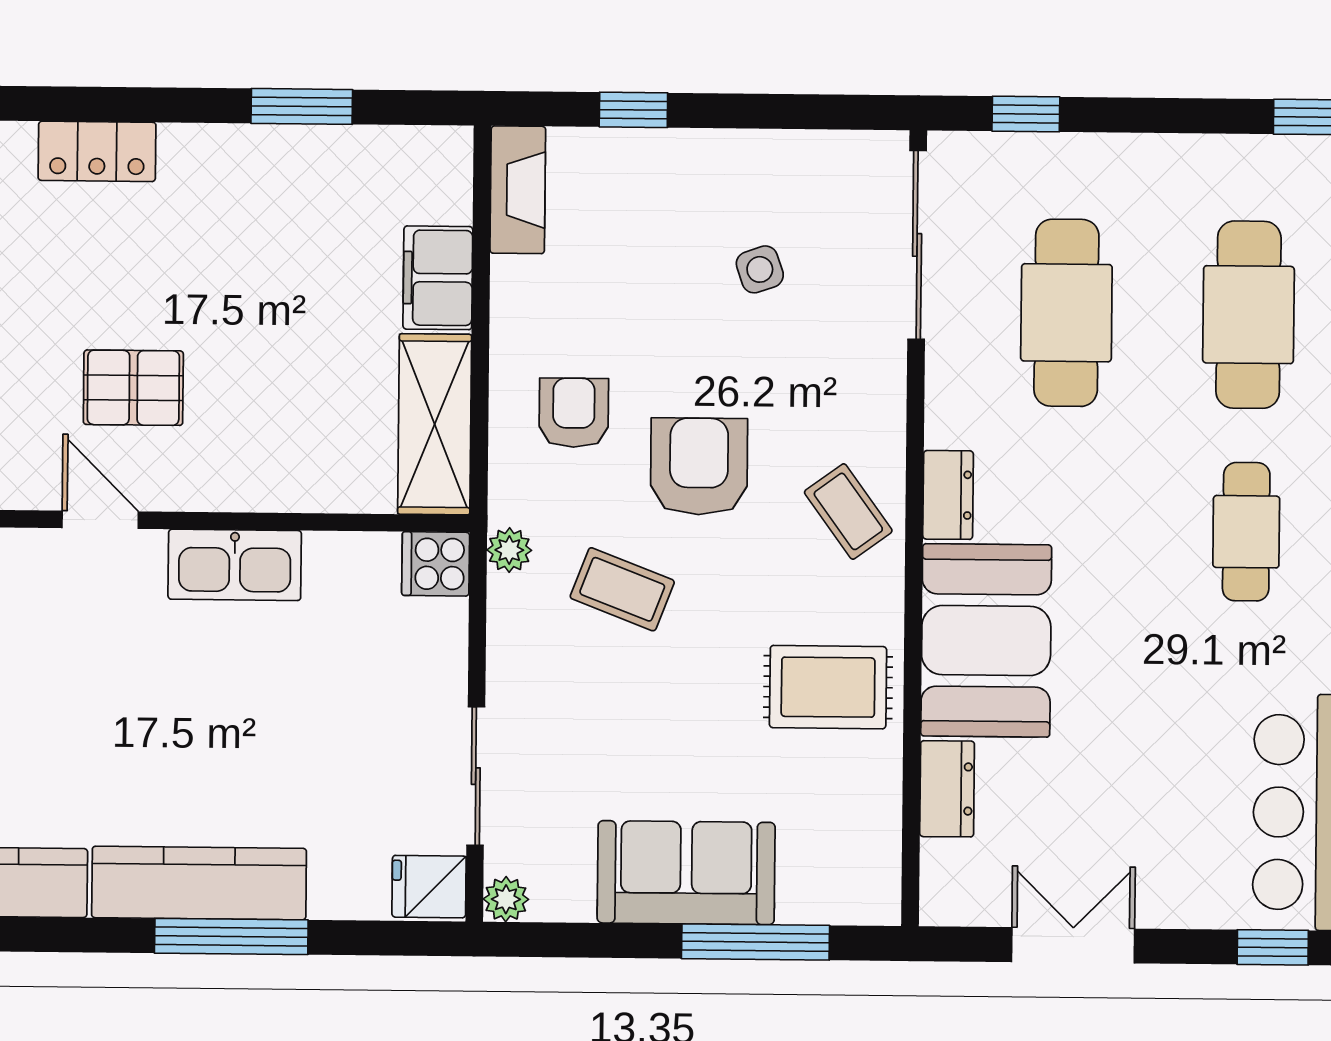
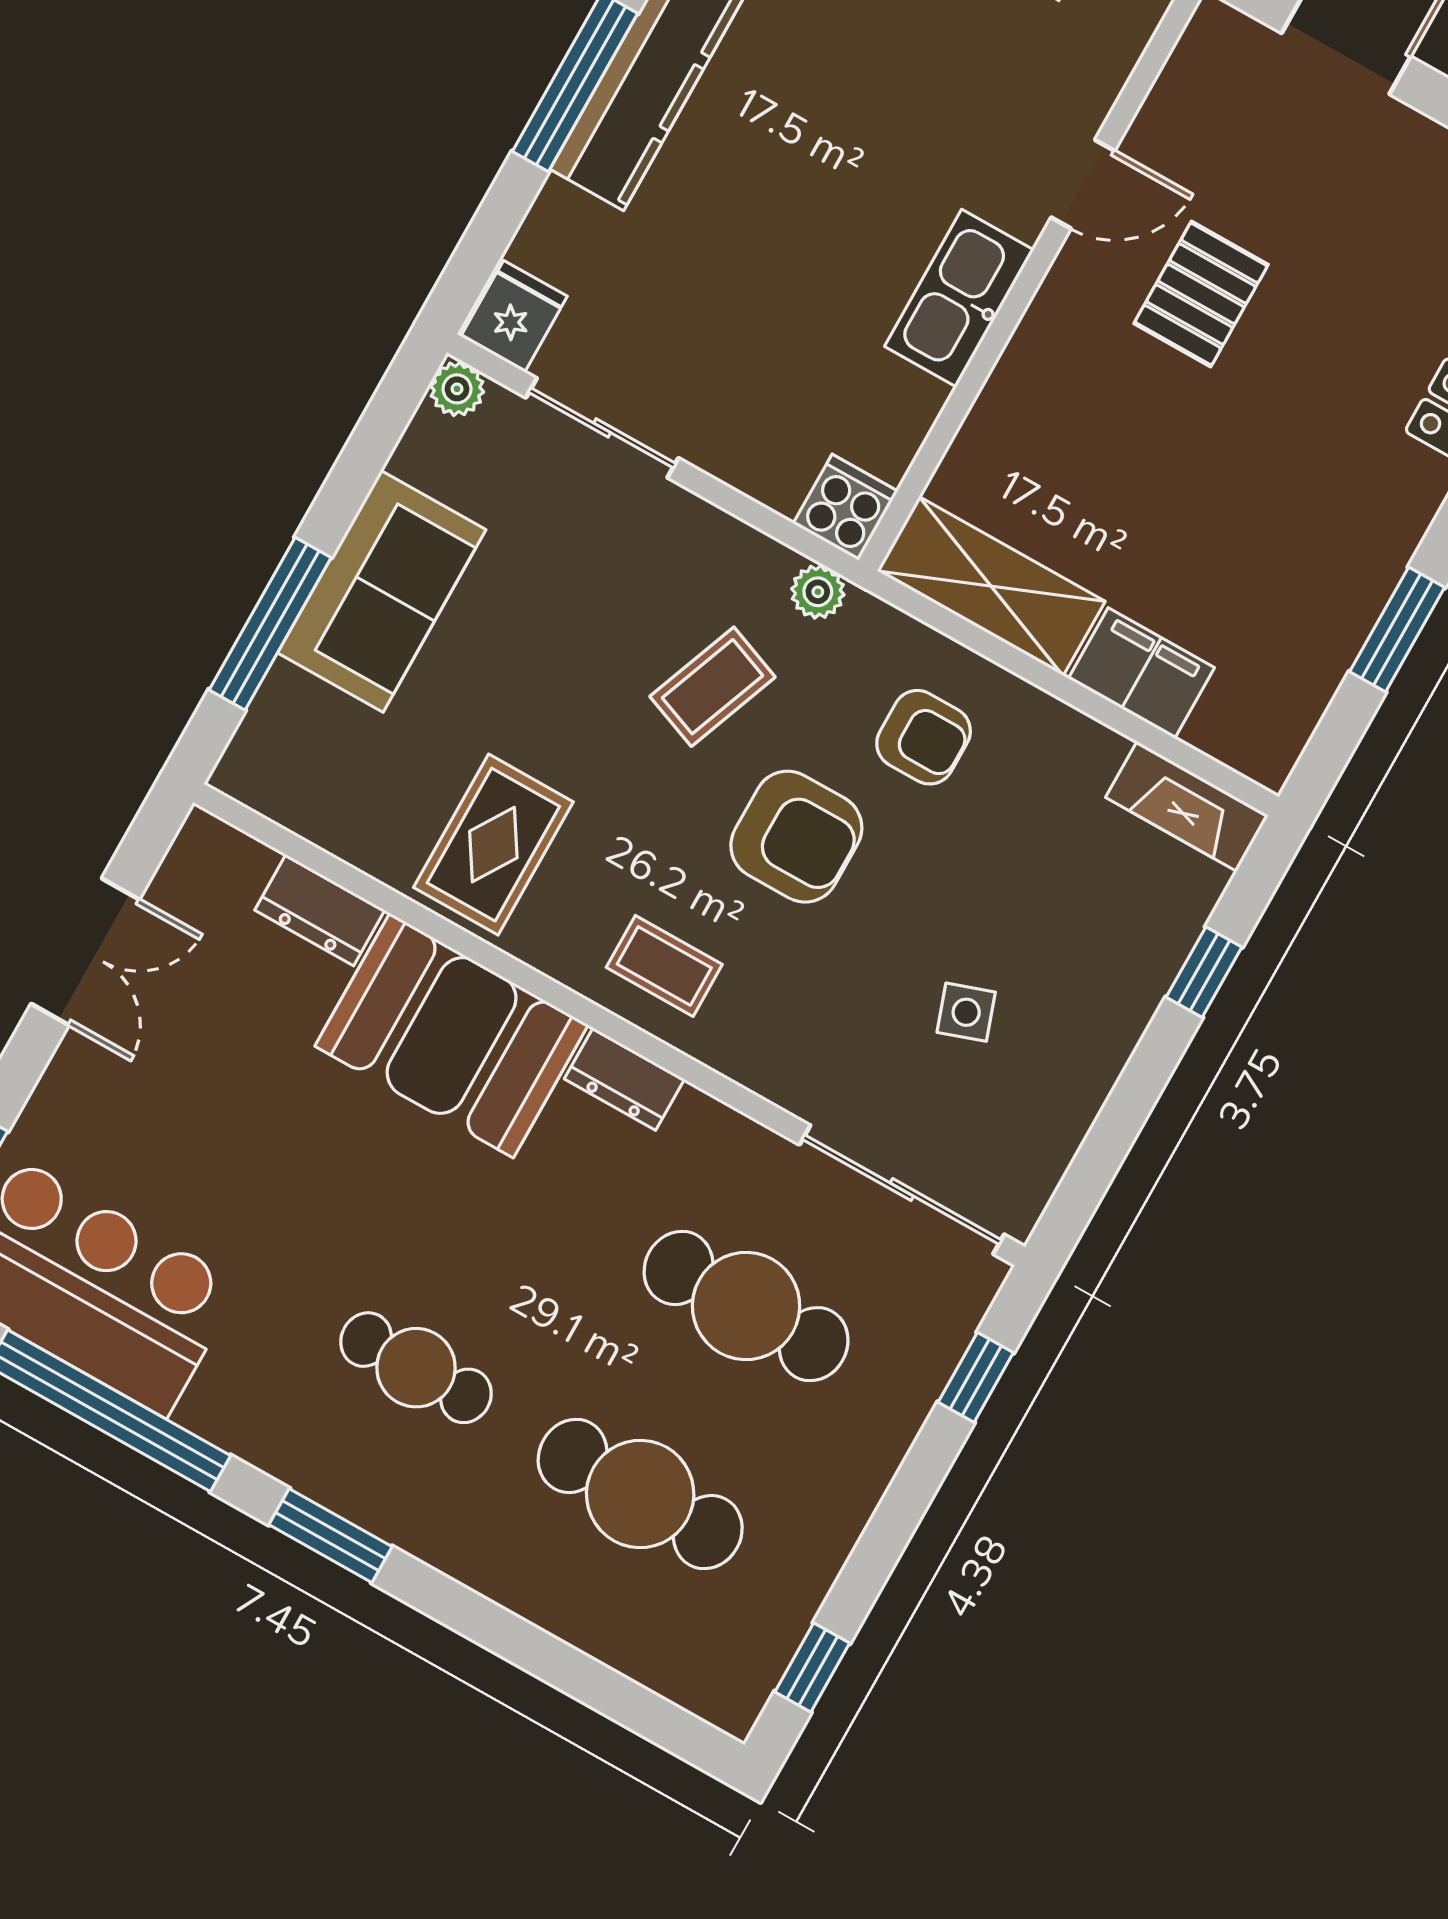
coffee table: (848, 511) -> (664, 966), turned 36

